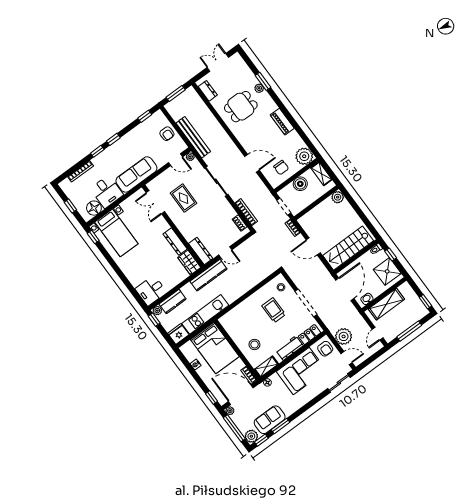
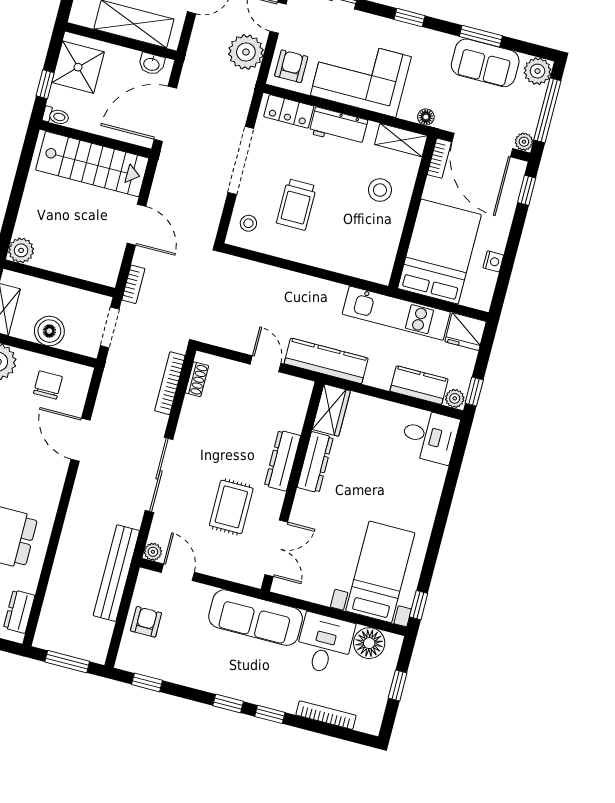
dresser: (201, 251) -> (283, 461), moved
window: (261, 440) -> (409, 18), moved

